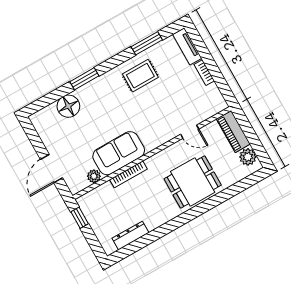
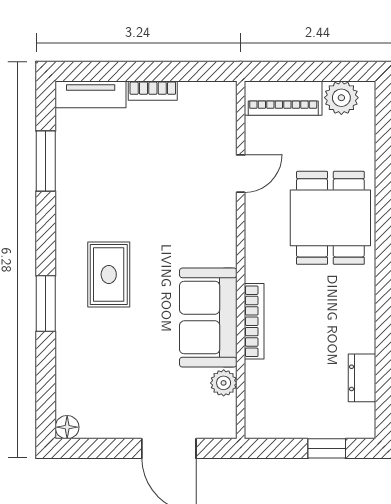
rug: (140, 76) -> (109, 275), moved
floor lamp: (68, 106) -> (67, 427), moved, width x0.53, depth x0.53
window: (80, 218) -> (327, 448), moved
dresser: (130, 236) -> (362, 378), width x0.70

